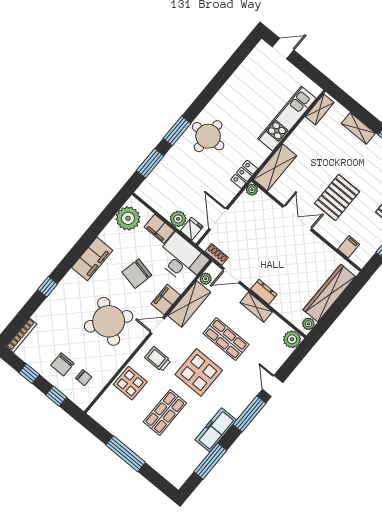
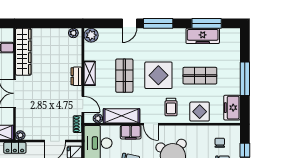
wardrobe: (329, 293) -> (23, 52), moved, turned -90
freezer: (108, 418) -> (232, 108), added
freezer: (216, 430) -> (203, 36), moved

